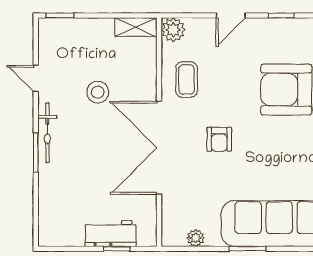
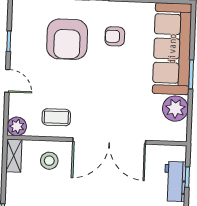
stool: (98, 92) -> (49, 161), moved
armchair: (219, 139) -> (115, 36), moved, turned 180
plant: (196, 238) -> (175, 109), width x1.88, depth x1.88

